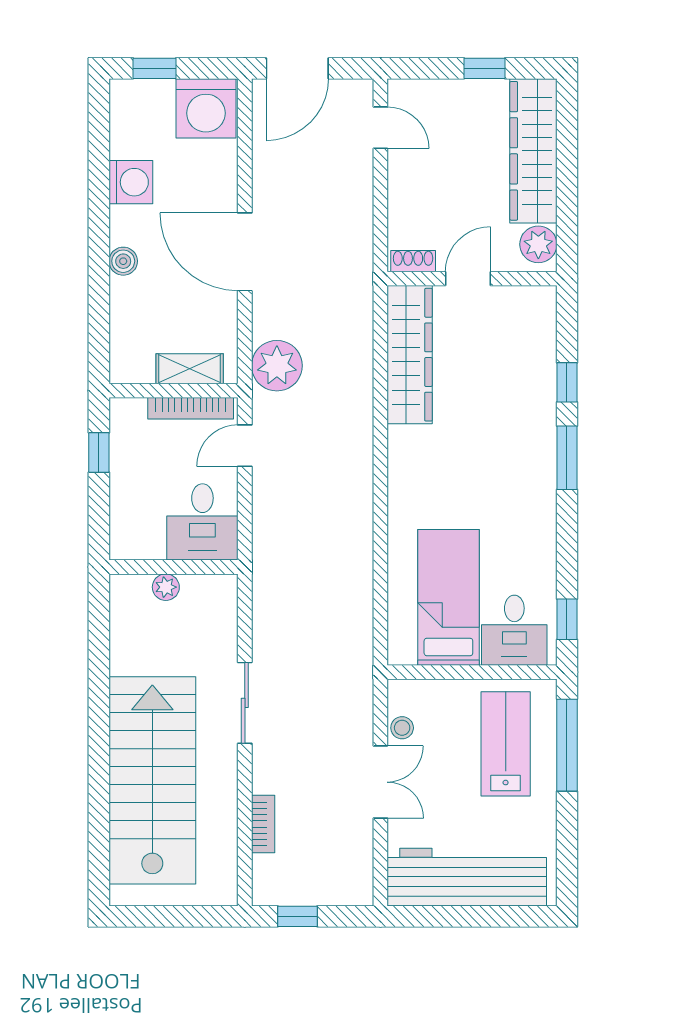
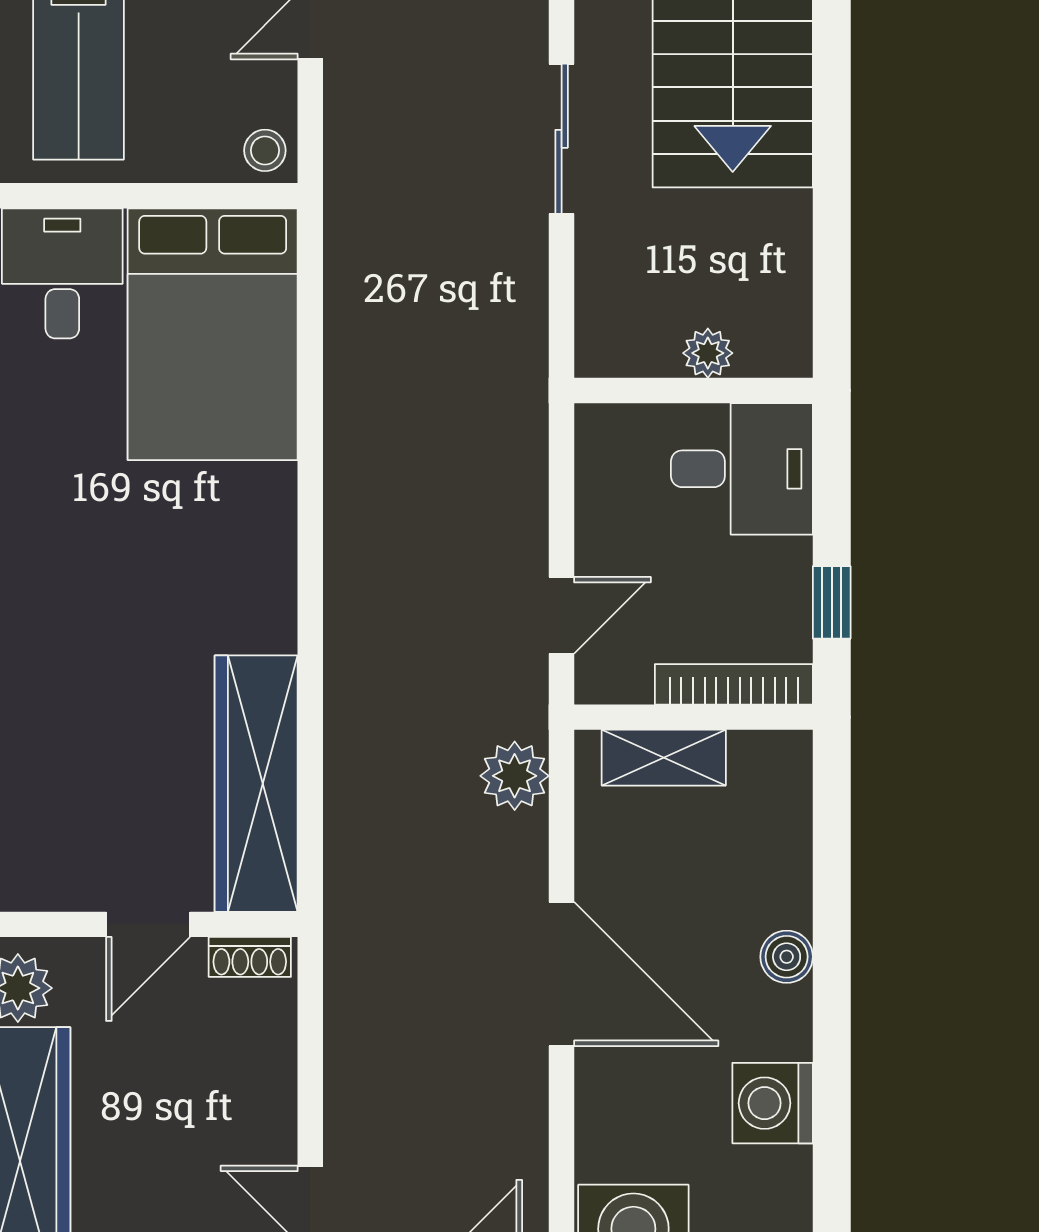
plant: (277, 366) -> (515, 776), width x0.73, depth x0.73
bookcase: (191, 408) -> (734, 684), moved
desk: (202, 522) -> (742, 469), moved, turned 90
bed: (448, 597) -> (213, 334), width x1.50
stool: (402, 728) -> (265, 150), moved

